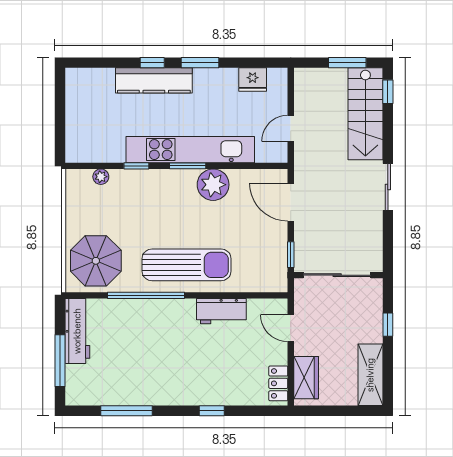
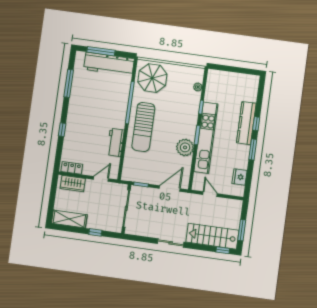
workbench: (77, 331) -> (109, 64), width x1.36, depth x1.32

